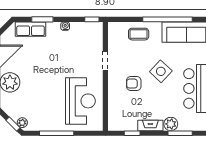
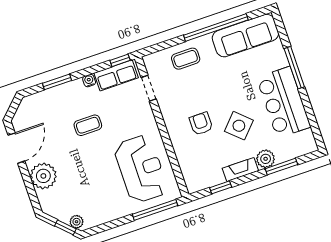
row of seats: (31, 29) -> (116, 75), moved
coffee table: (54, 57) -> (88, 125), added
doorway: (105, 61) -> (149, 88), moved
side table: (161, 71) -> (239, 126), moved
armchair: (134, 84) -> (201, 124), turned 90
window: (57, 133) -> (155, 210), moved

